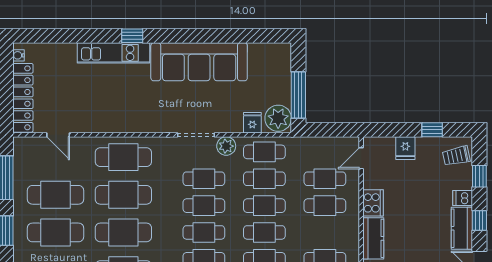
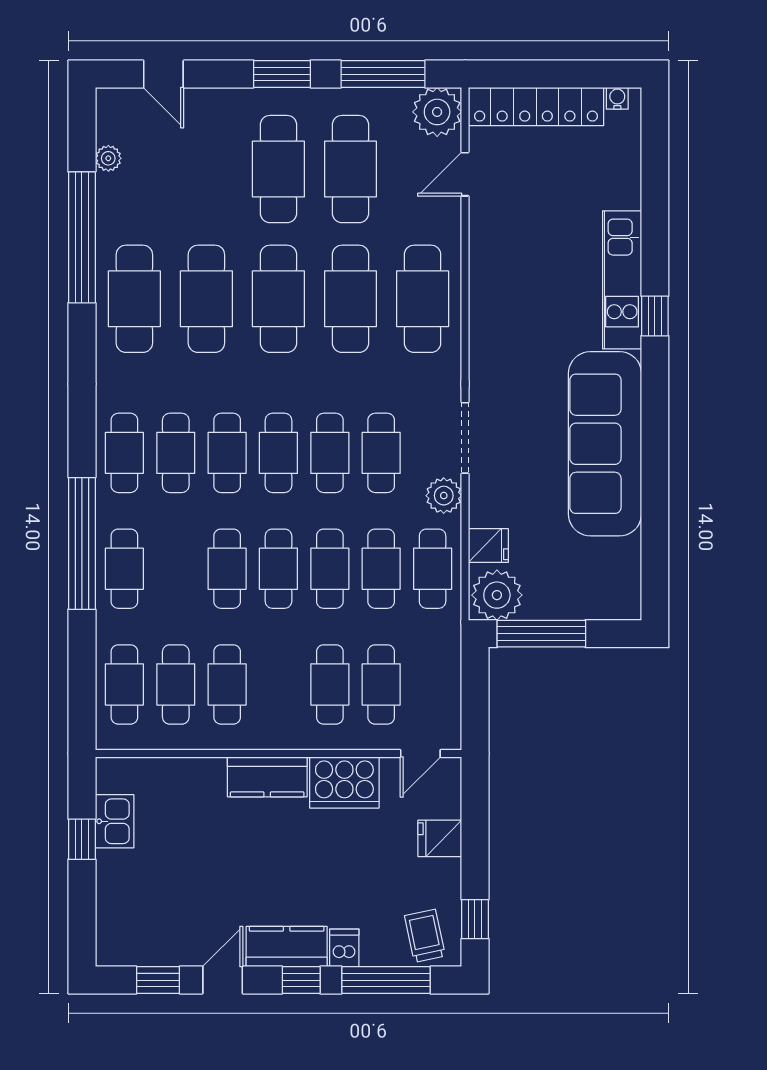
window: (432, 130) -> (475, 919), moved
plant: (26, 150) -> (437, 112), added
door: (361, 158) -> (420, 754), swing flipped
window: (479, 176) -> (386, 980), width x2.17
cooker: (373, 203) -> (344, 782), width x1.37, depth x1.31

